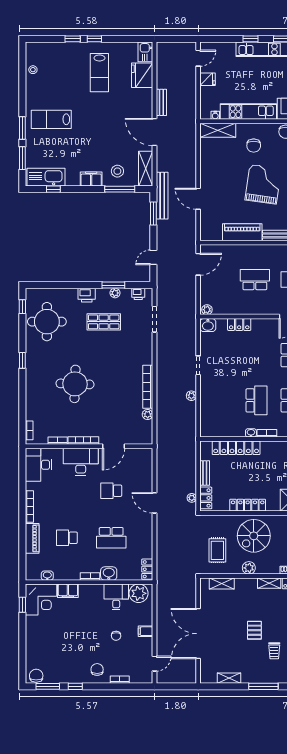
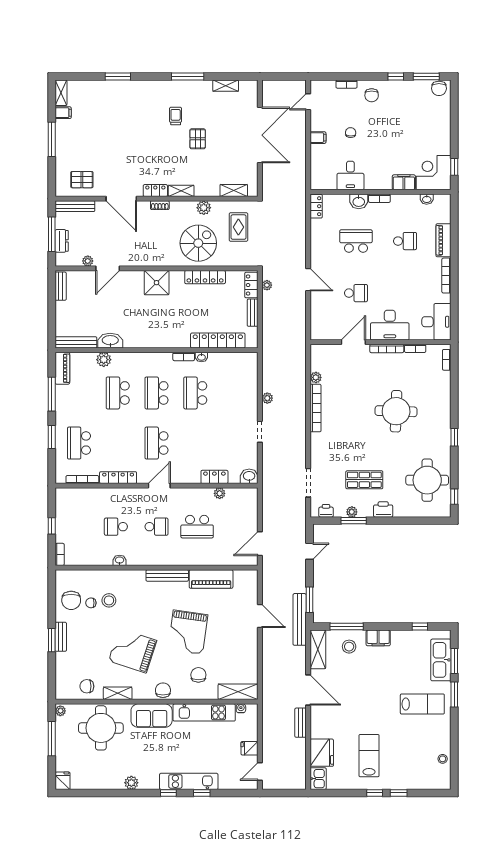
kitchen sink: (46, 177) -> (441, 660), moved, turned 90
plant: (207, 310) -> (220, 493), moved
plant: (139, 593) -> (326, 180), removed

